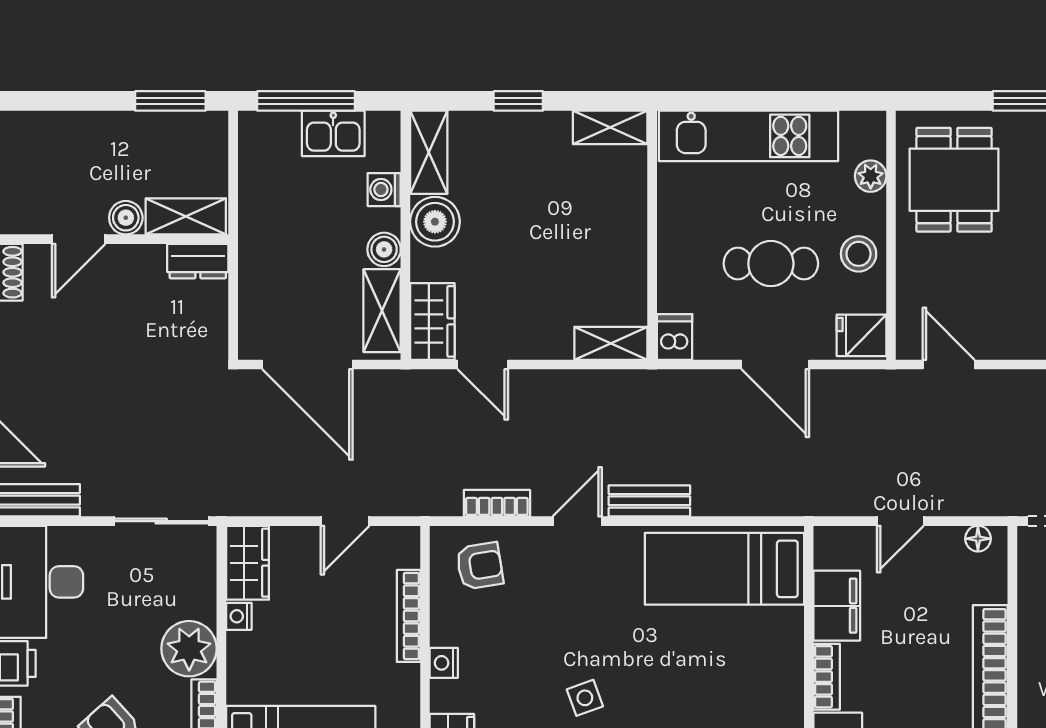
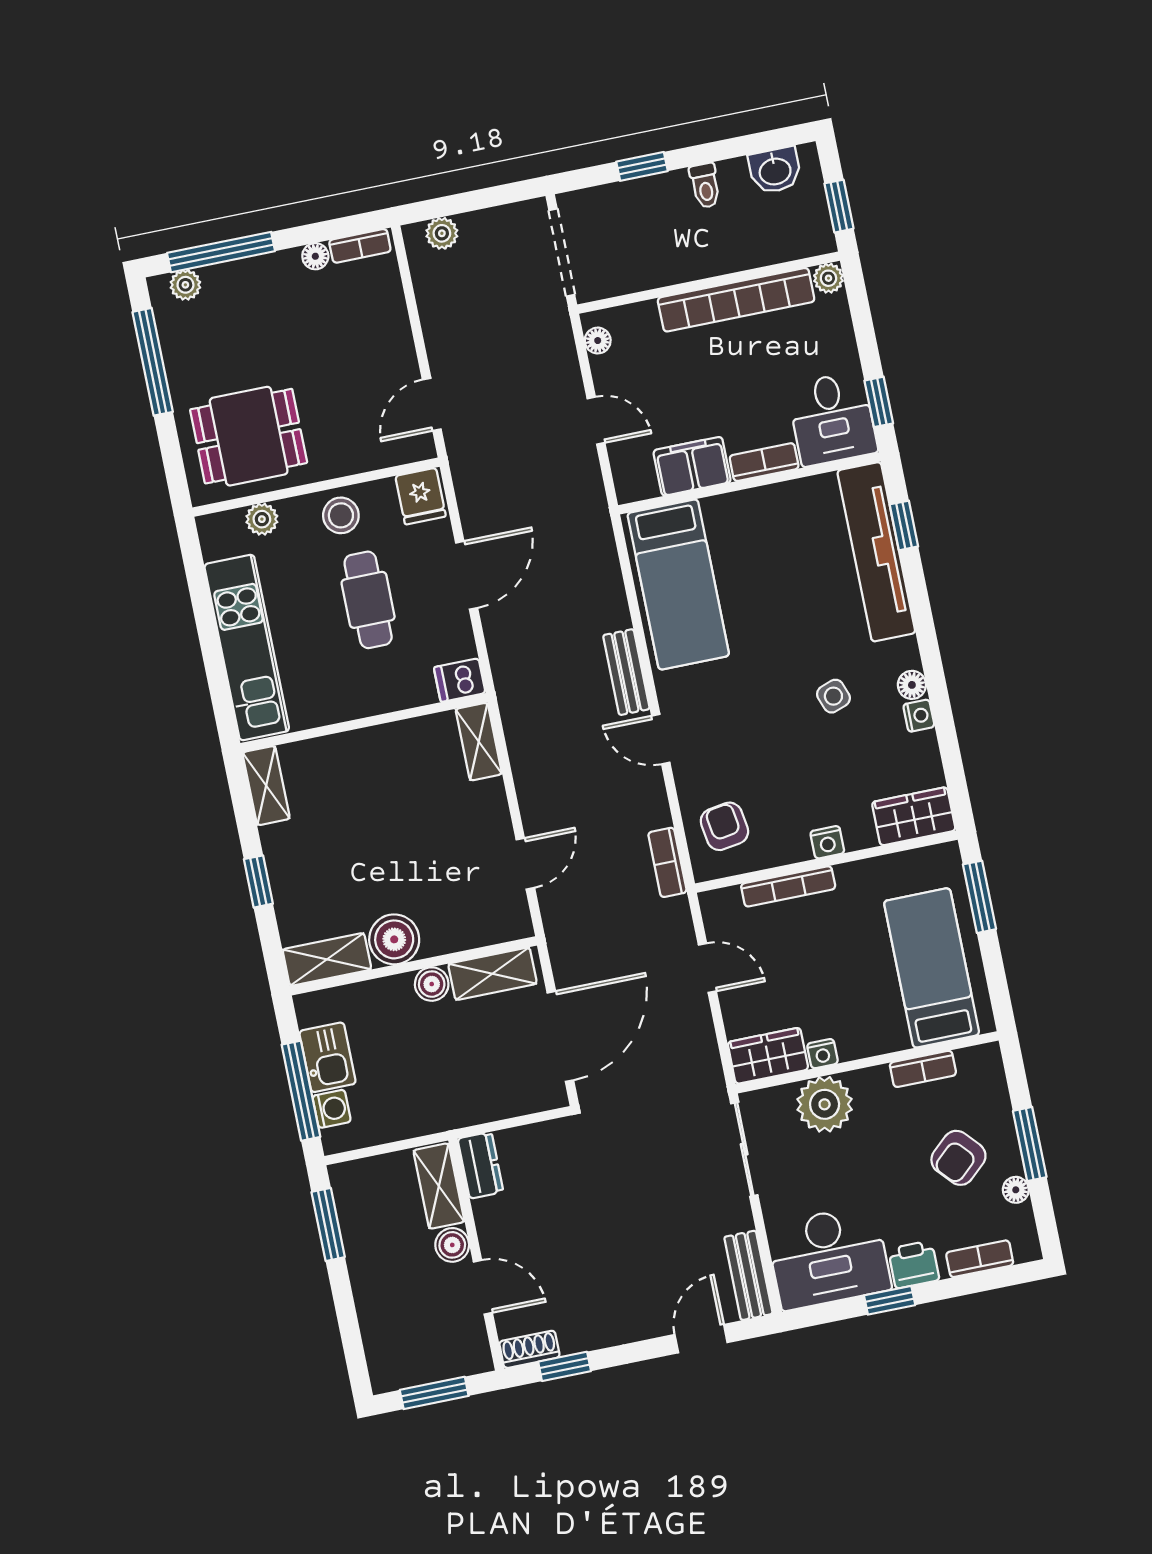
washing machine: (384, 190) -> (332, 1109), moved, turned -90
wardrobe: (432, 321) -> (493, 922), removed
bookcase: (497, 503) -> (667, 862), moved
plant: (189, 649) -> (825, 1104), moved

